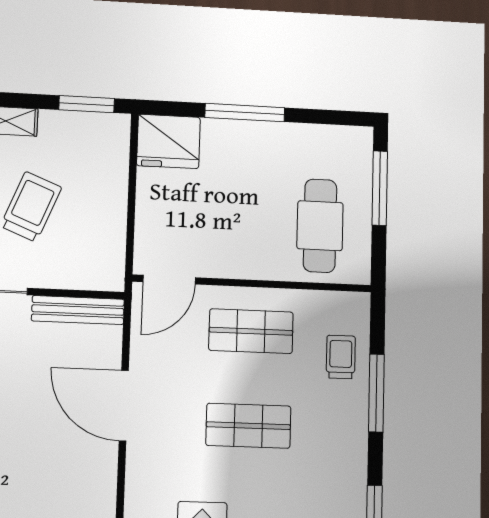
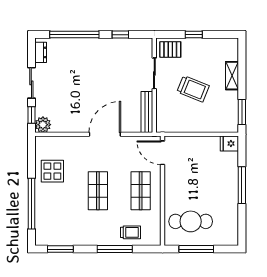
fridge: (168, 141) -> (229, 143), width x0.53, depth x0.75
window: (380, 188) -> (196, 249), moved

